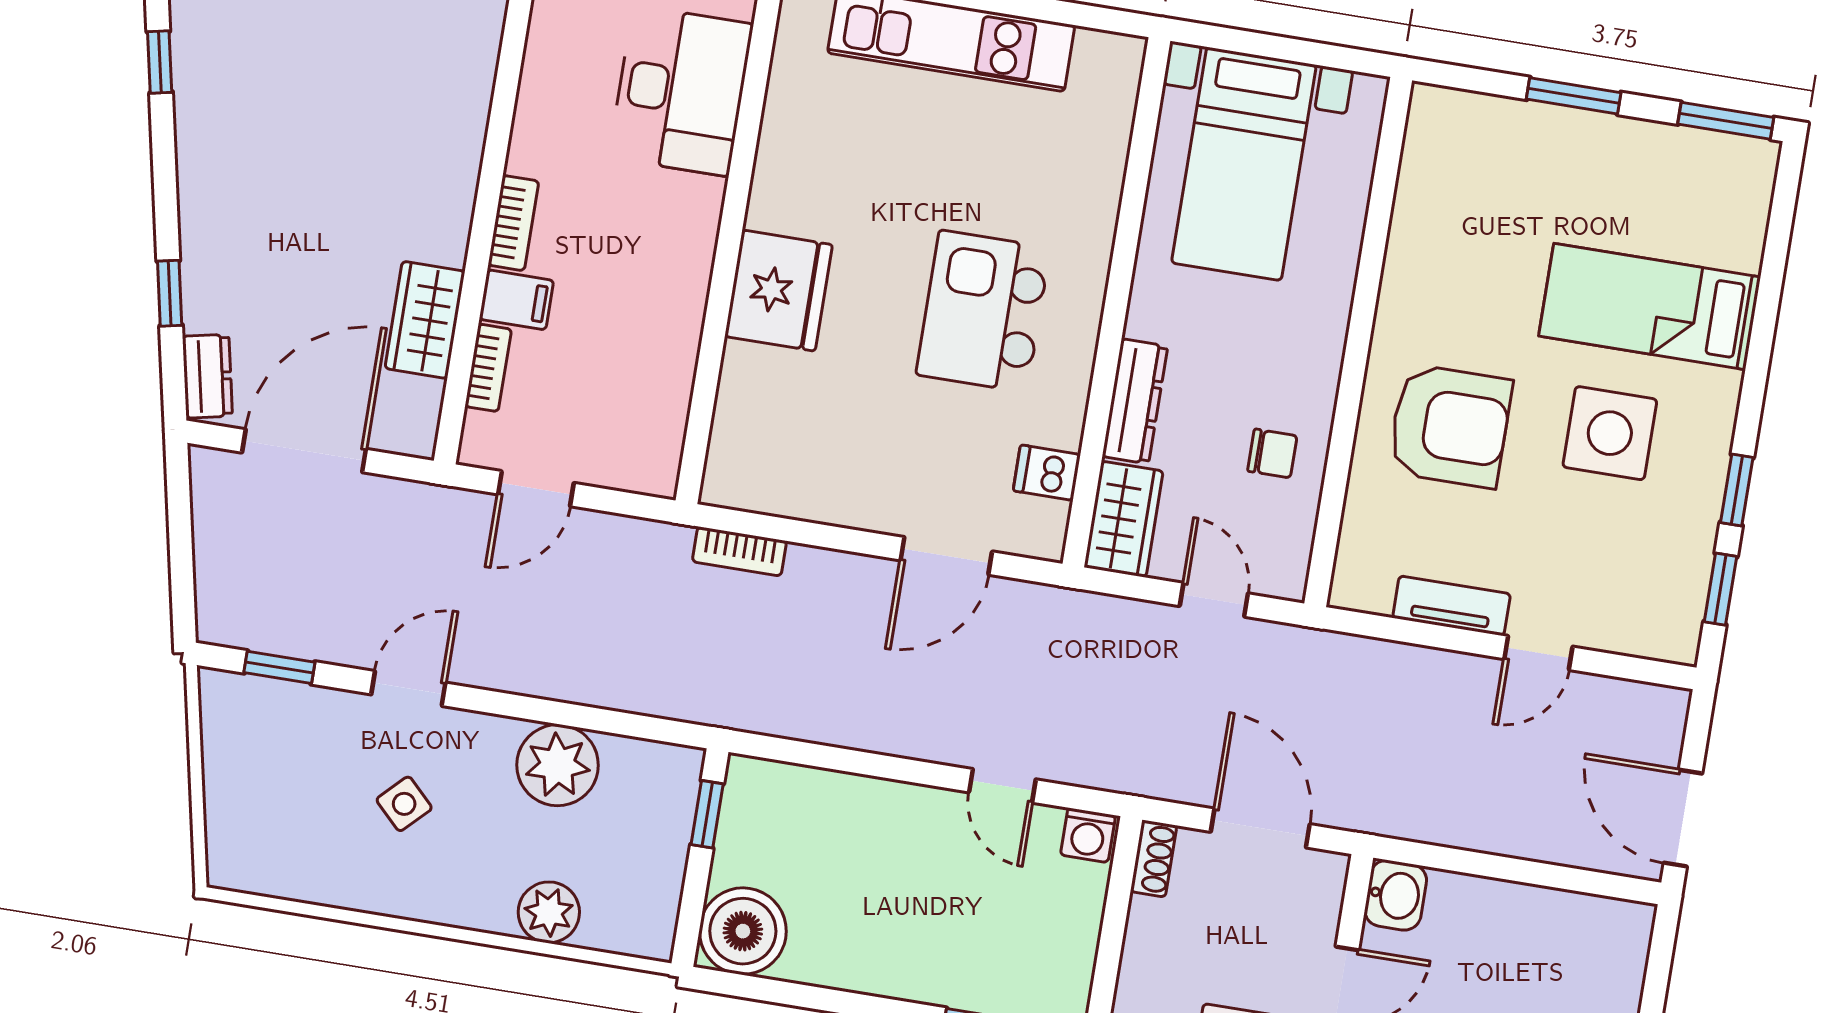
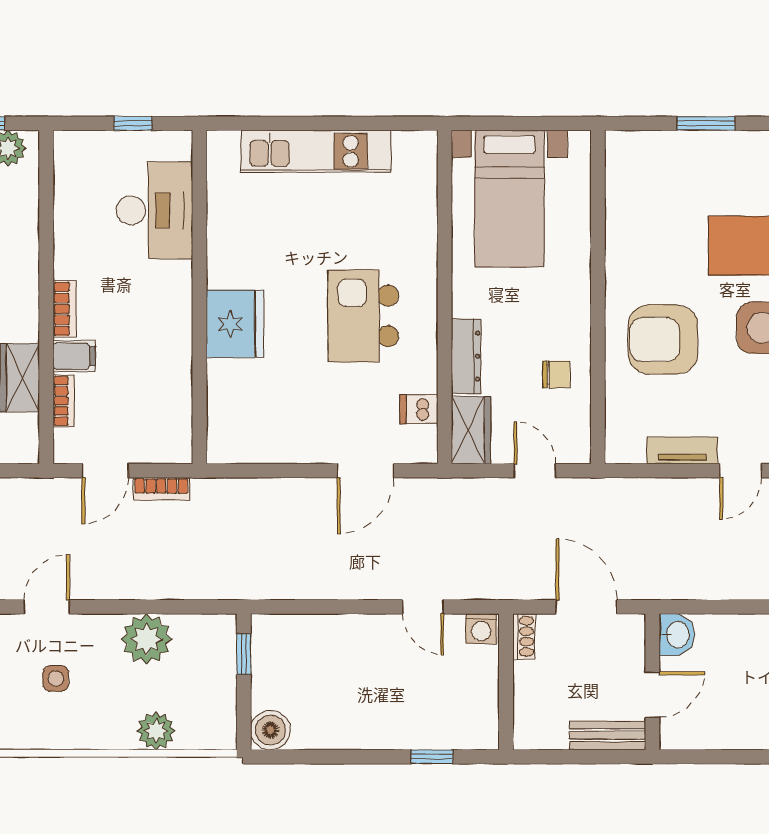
armchair: (1450, 426) -> (663, 340), turned 180
bookcase: (739, 551) -> (161, 489), moved
side table: (404, 804) -> (56, 678), turned 45
boiler: (743, 931) -> (270, 730), width x0.73, depth x0.73

